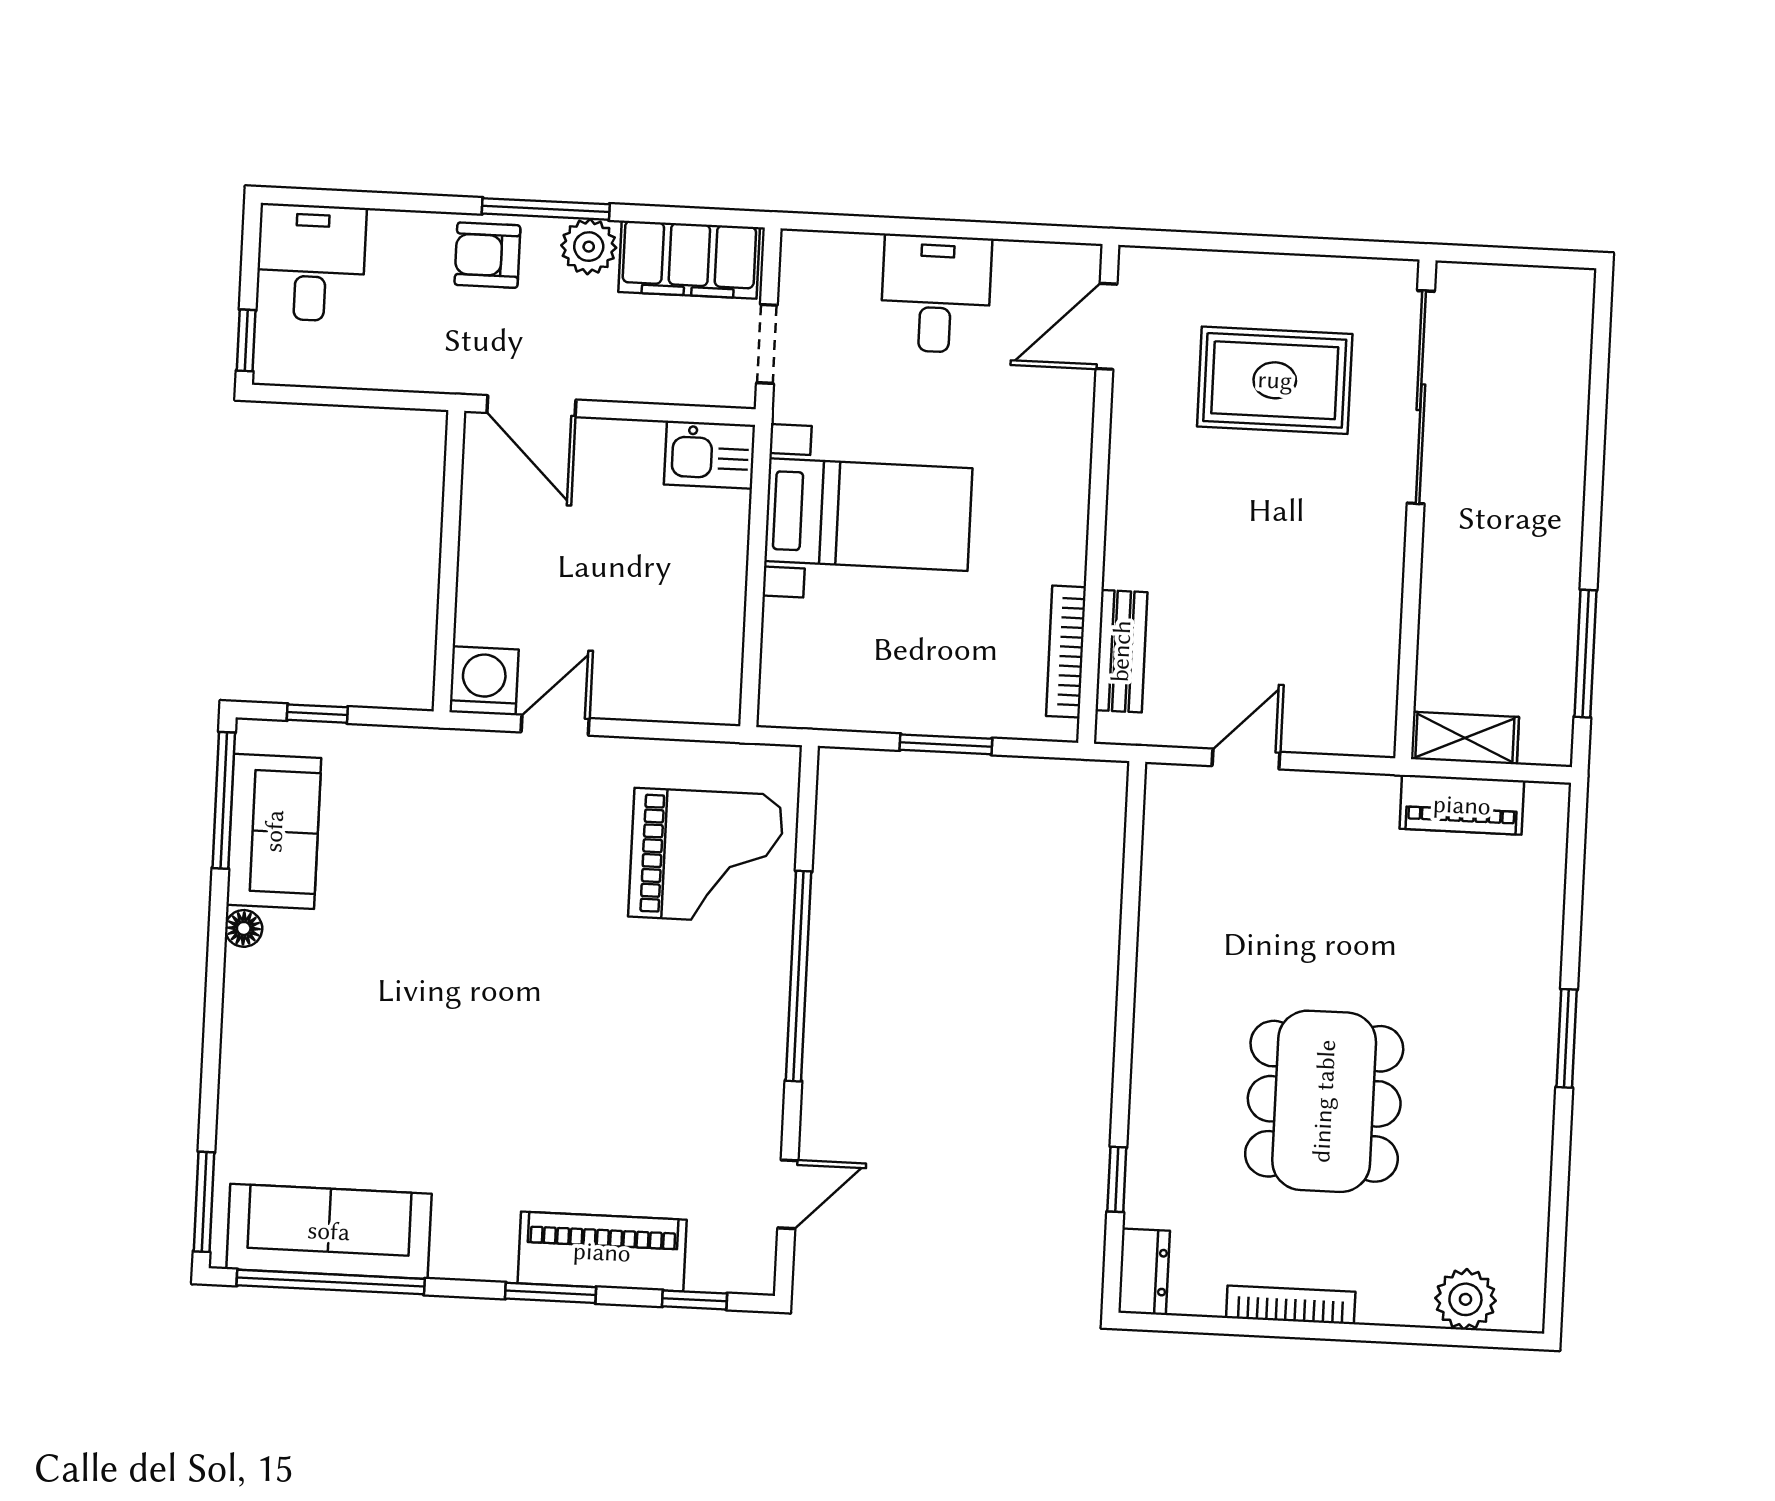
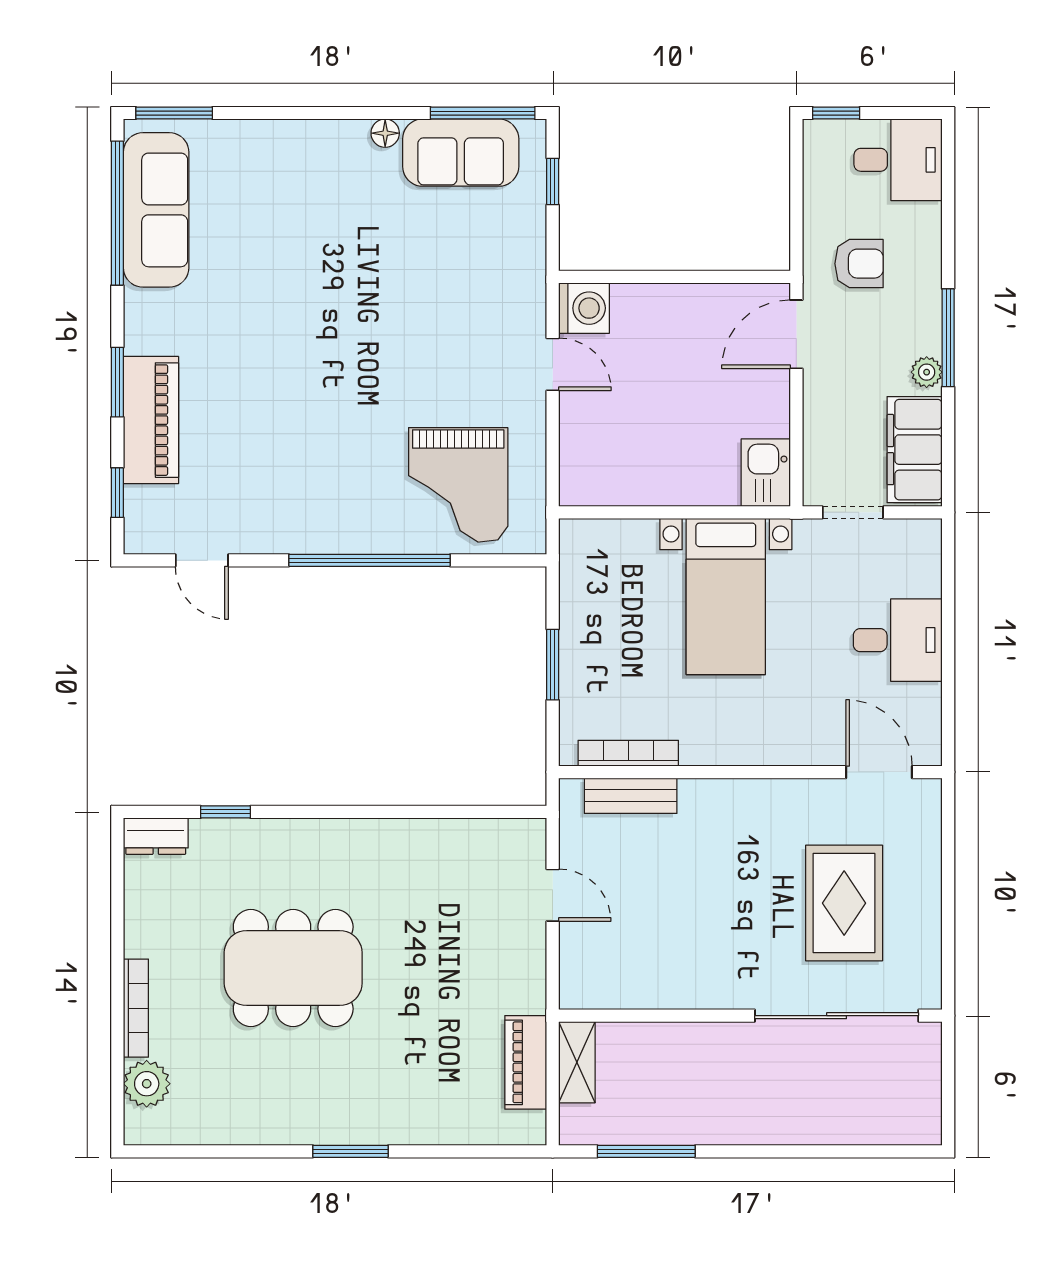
plant: (589, 247) -> (927, 372), width x0.73, depth x0.73
armchair: (487, 255) -> (859, 264), moved, turned 90
bookcase: (1291, 1305) -> (136, 1008), moved

